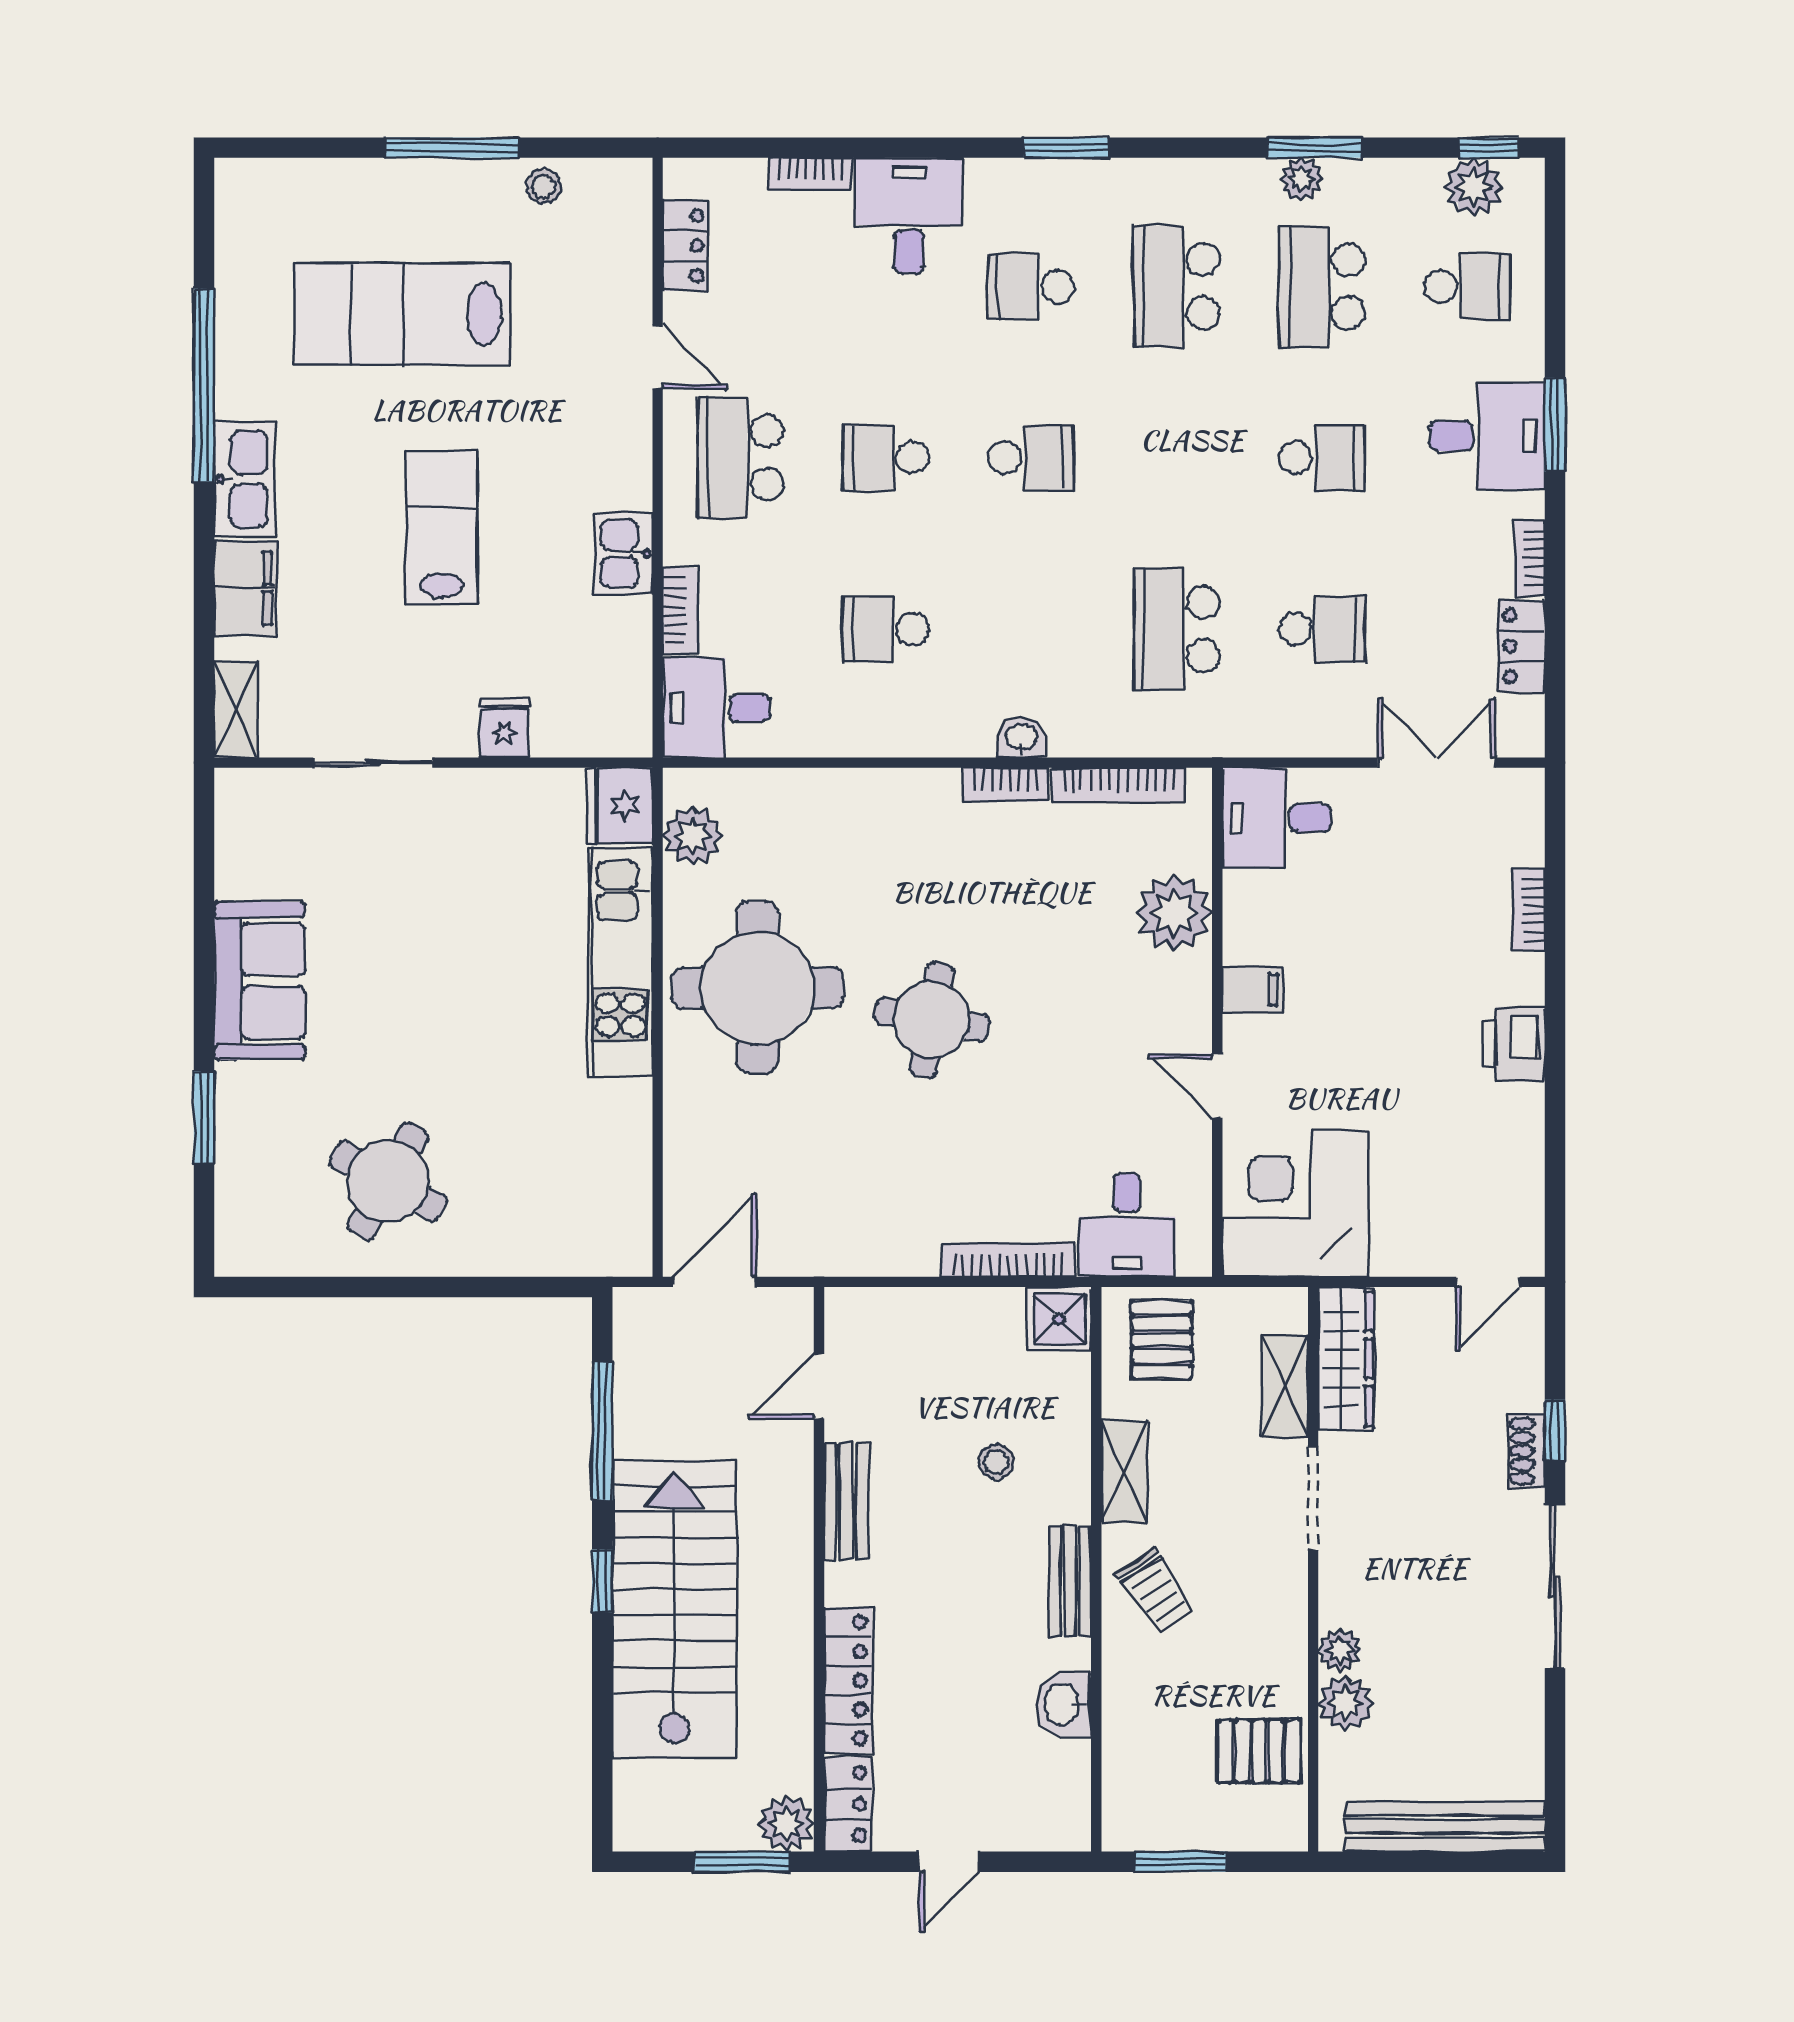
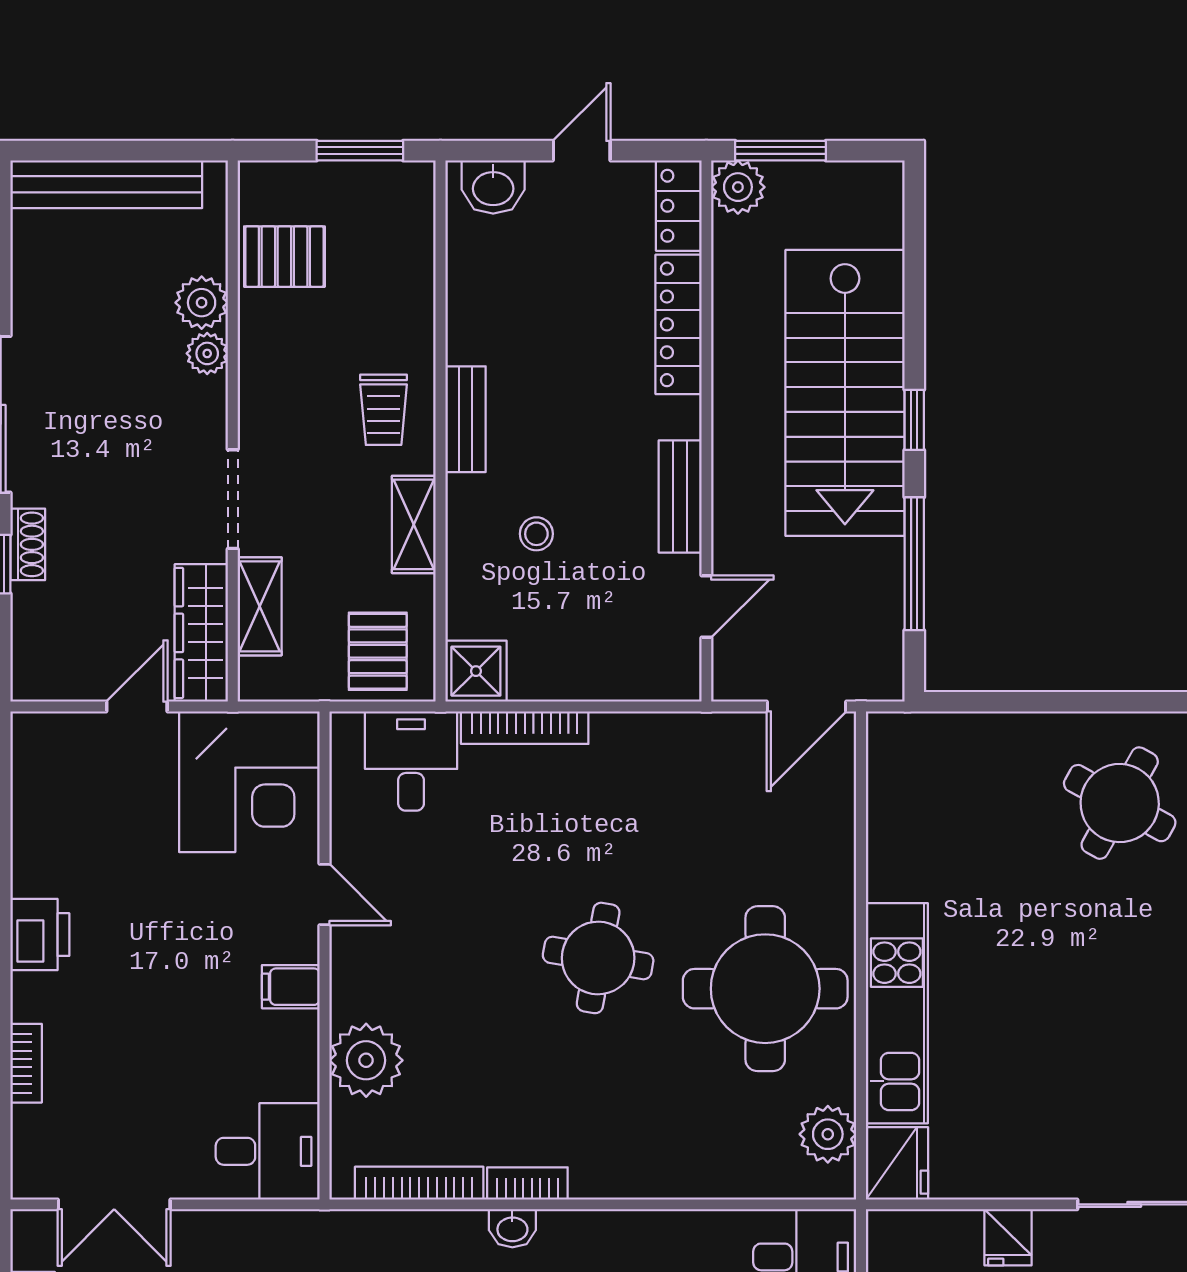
door: (1488, 1282) -> (137, 707), moved
trolley: (1156, 1591) -> (384, 410), turned -146
washbasin: (1063, 1704) -> (493, 187), moved, turned 90

